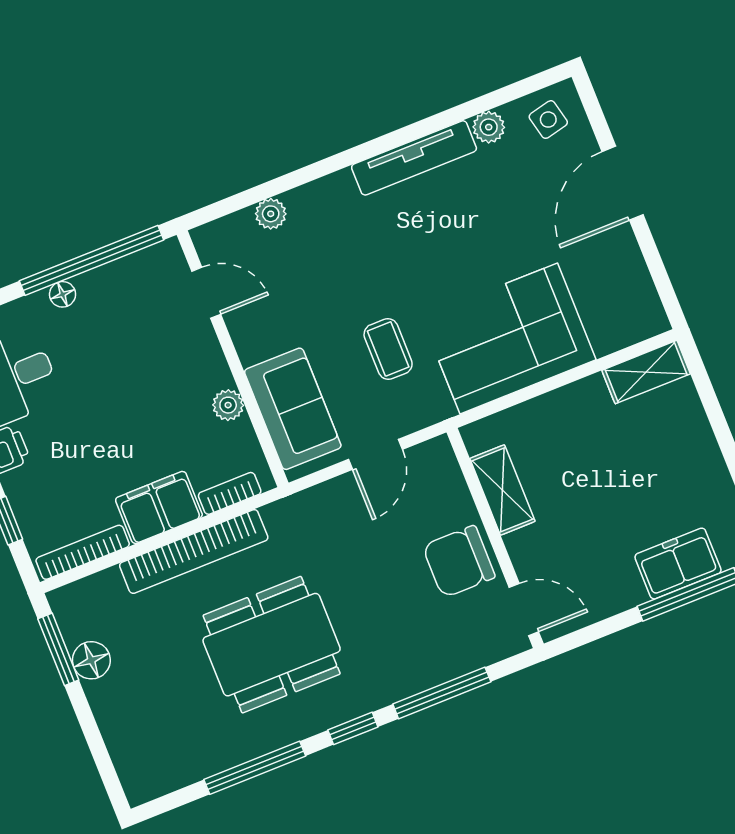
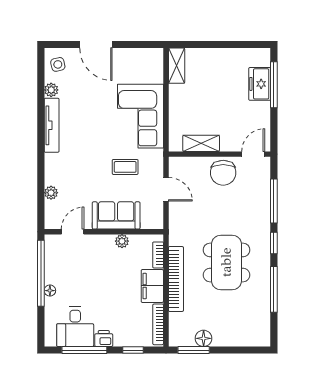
sofa: (293, 409) -> (116, 215), moved

